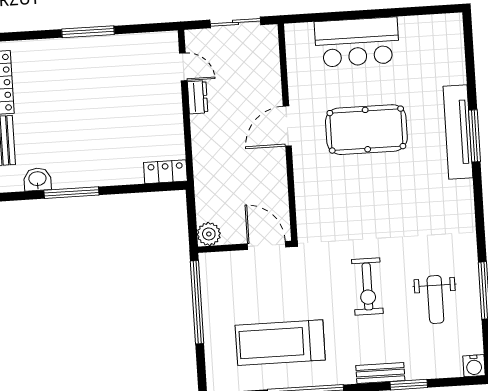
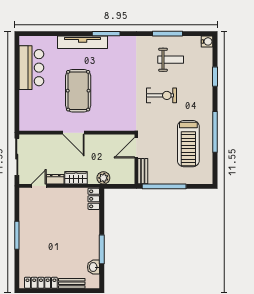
sliding door: (235, 22) -> (17, 157), width x1.37
bar counter: (357, 42) -> (31, 68), moved
wardrobe: (203, 136) -> (76, 178), added
window: (474, 136) -> (106, 34), moved
plant: (209, 234) -> (103, 178), moved
bench: (380, 373) -> (143, 171), moved

